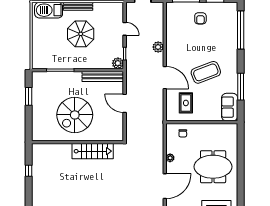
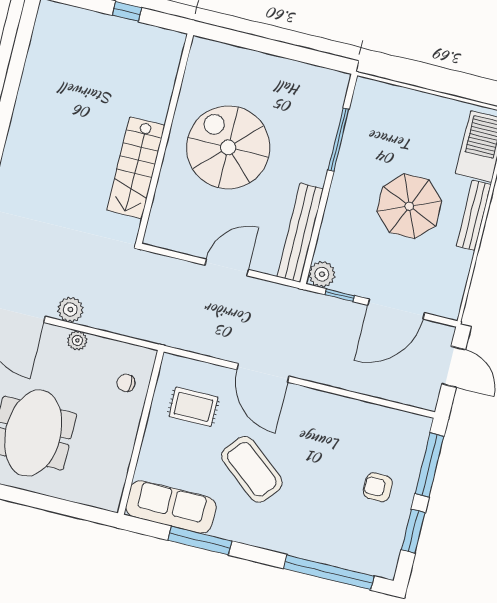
door: (125, 29) -> (396, 309), width x1.88
plant: (158, 47) -> (70, 310), moved
coffee table: (206, 72) -> (252, 469), turned -30
door: (165, 78) -> (263, 373), hinge flipped
window: (29, 96) -> (296, 53), removed
sofa: (230, 107) -> (171, 507), width x1.36

